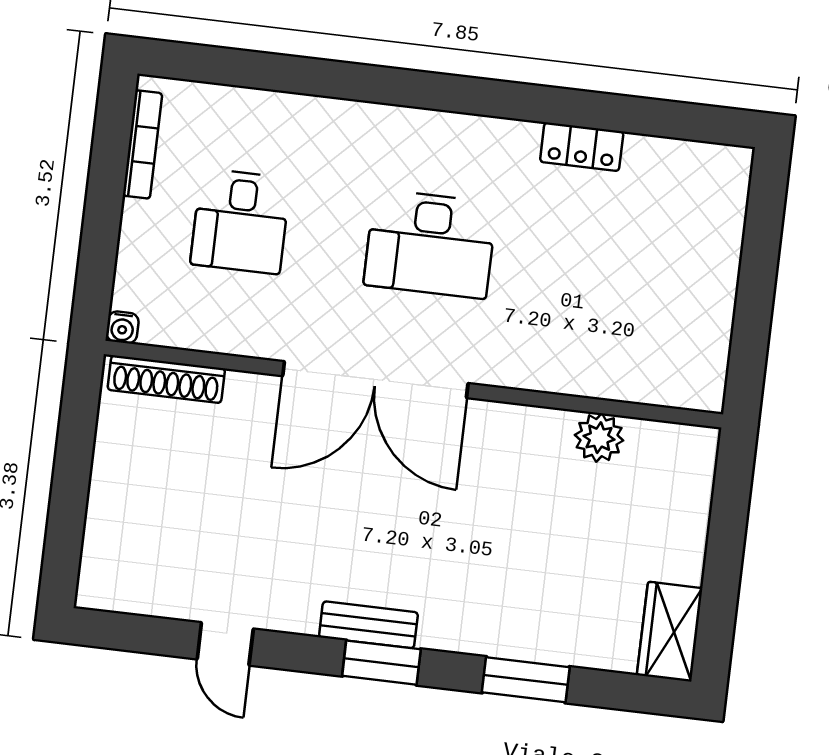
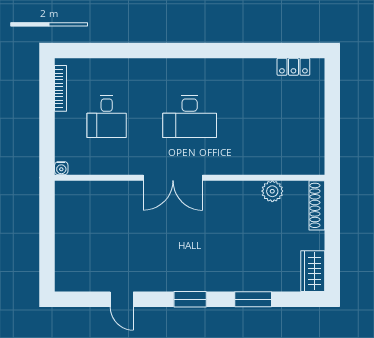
locker: (582, 147) -> (293, 67), moved
shoe rack: (166, 379) -> (317, 205), moved, turned 90
double door: (375, 380) -> (173, 178), width x0.73
bench: (368, 625) -> (183, 284), removed

